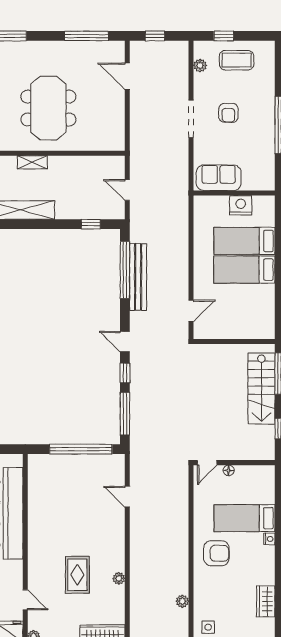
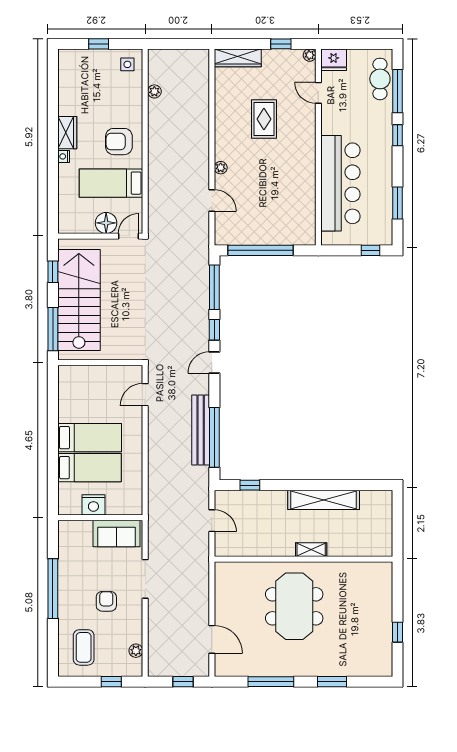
window: (86, 36) -> (271, 682), moved
coffee table: (237, 60) -> (84, 647), moved, turned 90
doorway: (191, 119) -> (145, 579), moved
door: (125, 342) -> (214, 363), swing flipped
stairs: (261, 389) -> (79, 300), width x1.36, depth x1.51
floor lamp: (229, 470) -> (106, 223), width x1.89, depth x1.89
bed: (245, 518) -> (111, 183), moved, turned 180
plant: (119, 578) -> (221, 168), moved
wardrobe: (266, 601) -> (67, 133), moved

